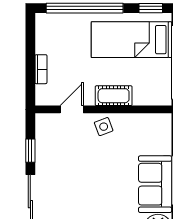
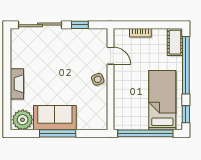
cot: (114, 96) -> (175, 42), moved

